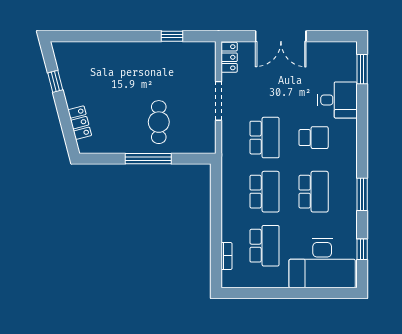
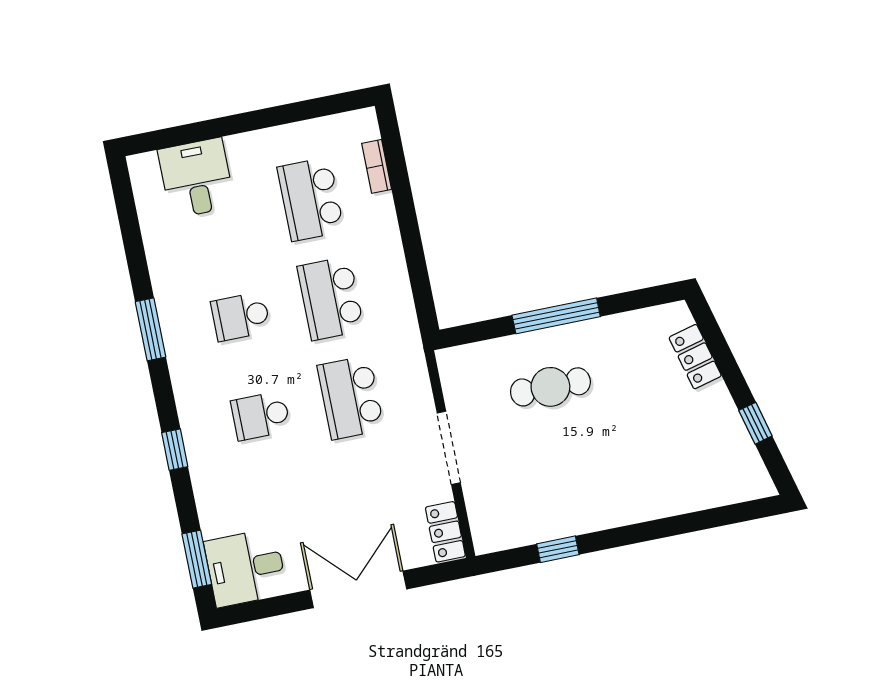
desk: (337, 100) -> (246, 568), moved
cafe table: (159, 122) -> (550, 387), turned 90
school desk: (314, 192) -> (241, 317), width x0.54
window: (362, 249) -> (175, 450), moved
desk: (322, 263) -> (196, 178), width x0.53, depth x0.77

